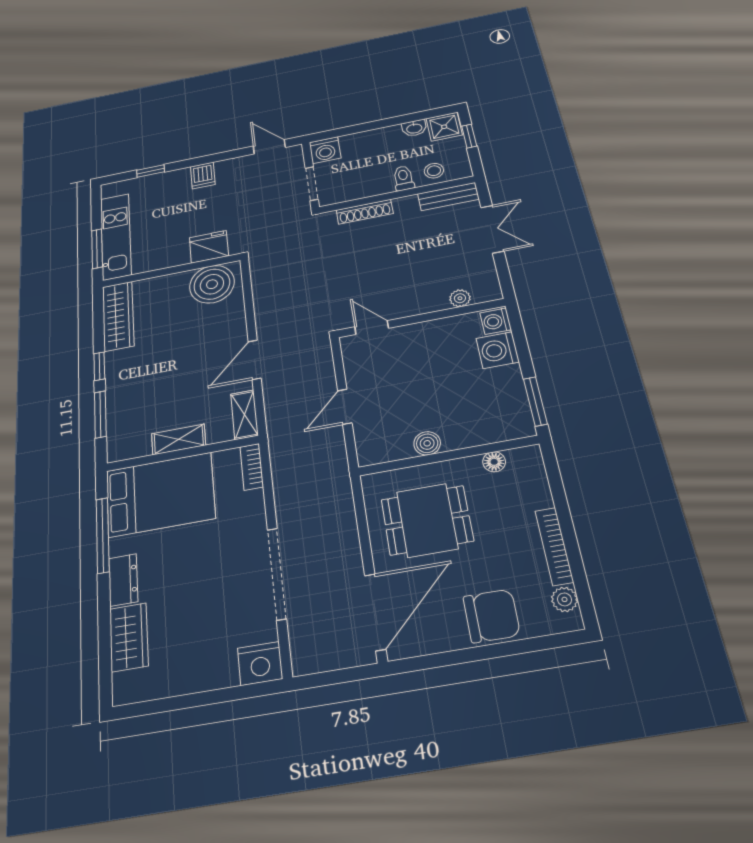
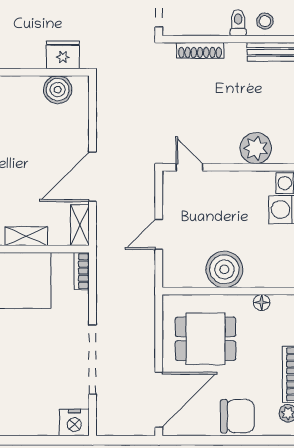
boiler: (212, 284) -> (58, 90), width x0.73, depth x0.73
plant: (460, 298) -> (256, 148), width x1.87, depth x1.87
door: (255, 360) -> (92, 177), width x1.36
boiler: (427, 443) -> (224, 269), width x1.86, depth x1.86

